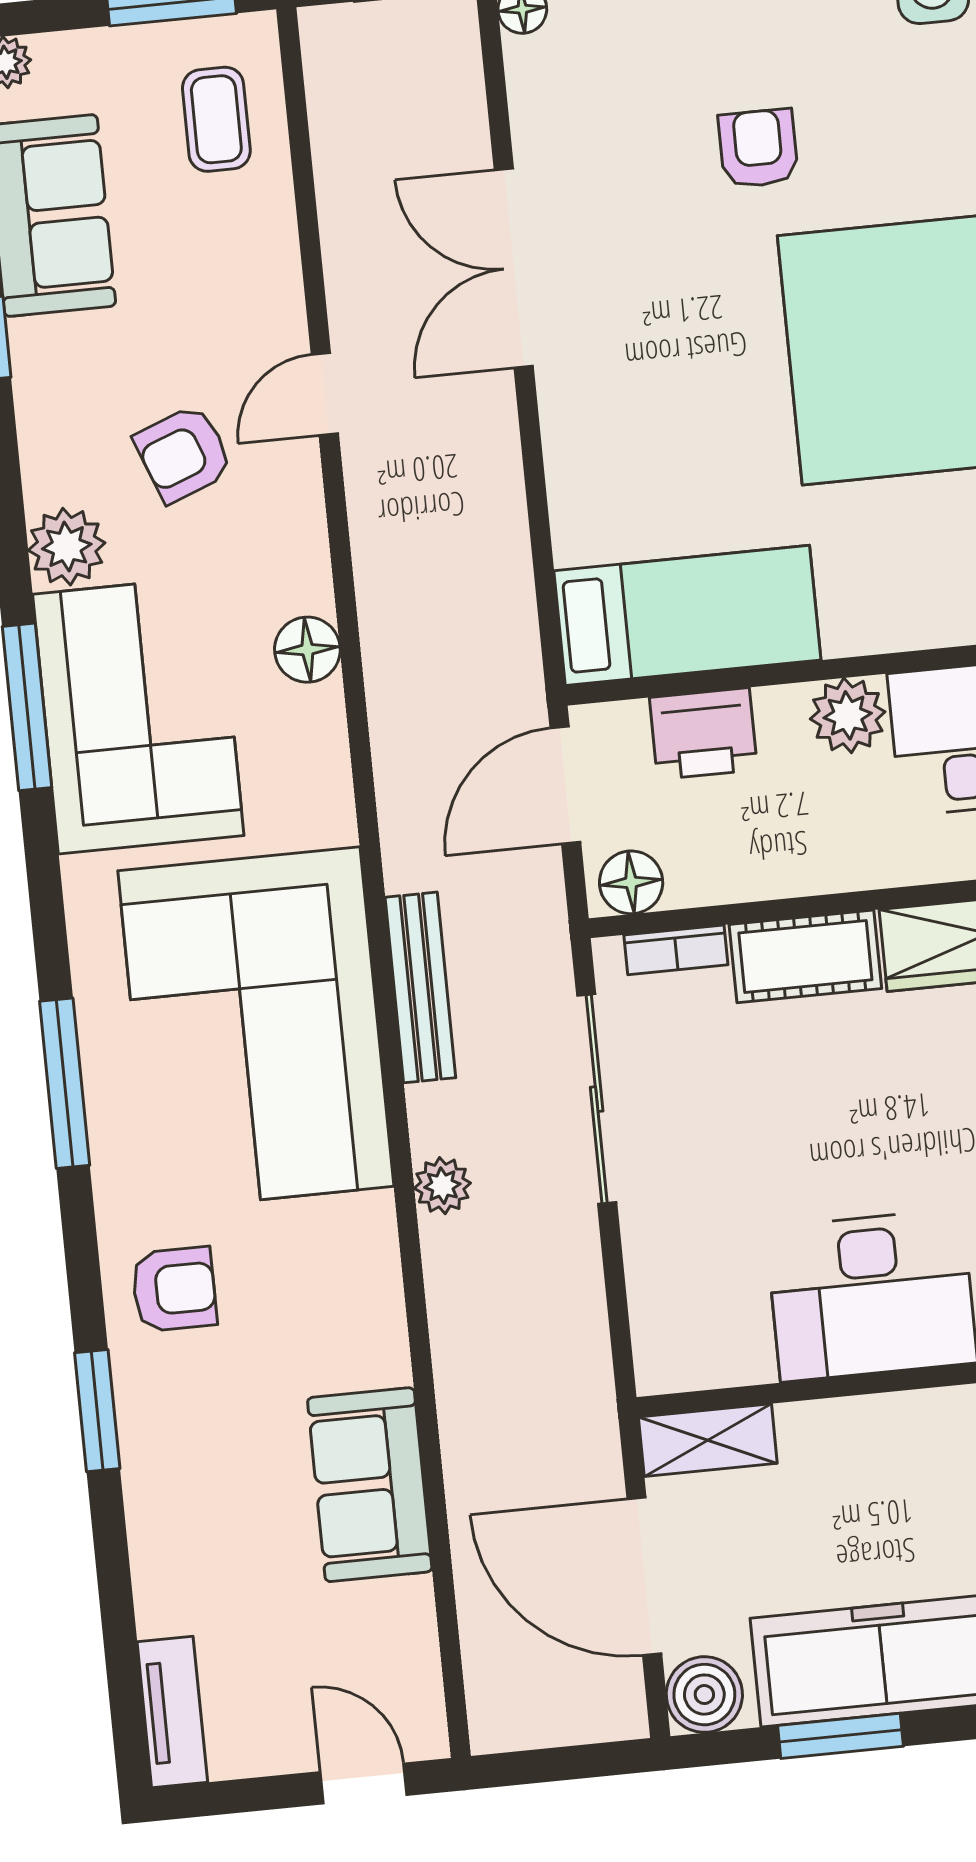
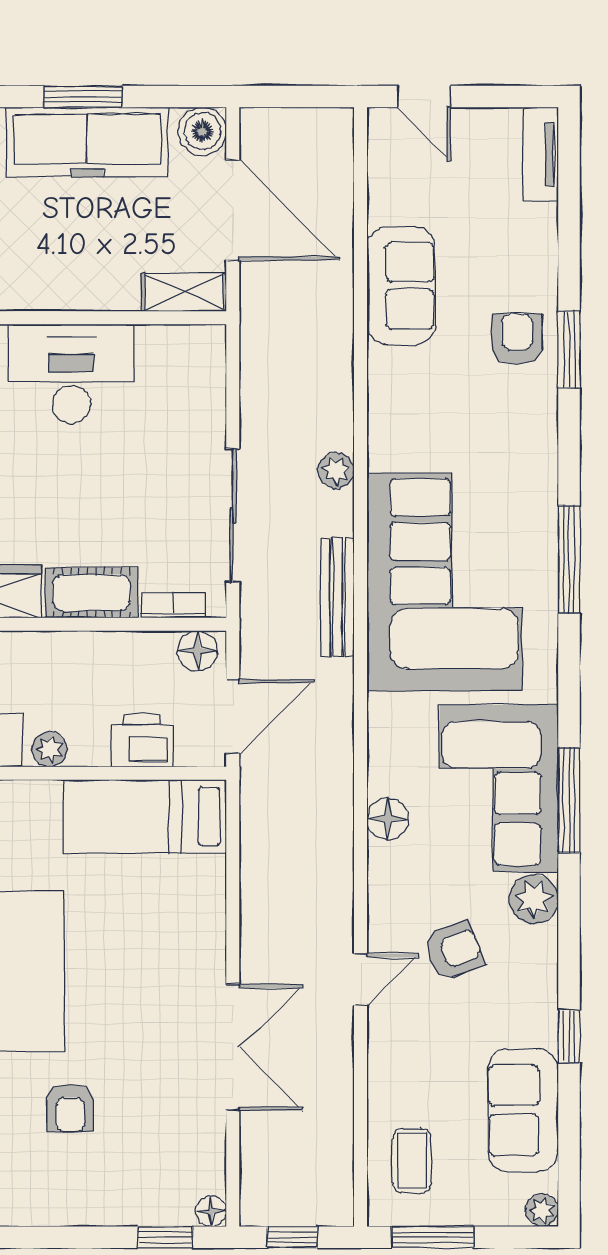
plant: (848, 715) -> (49, 749), width x0.73, depth x0.73
armchair: (174, 1289) -> (517, 339), moved, turned 90
window: (840, 1736) -> (83, 97), moved

